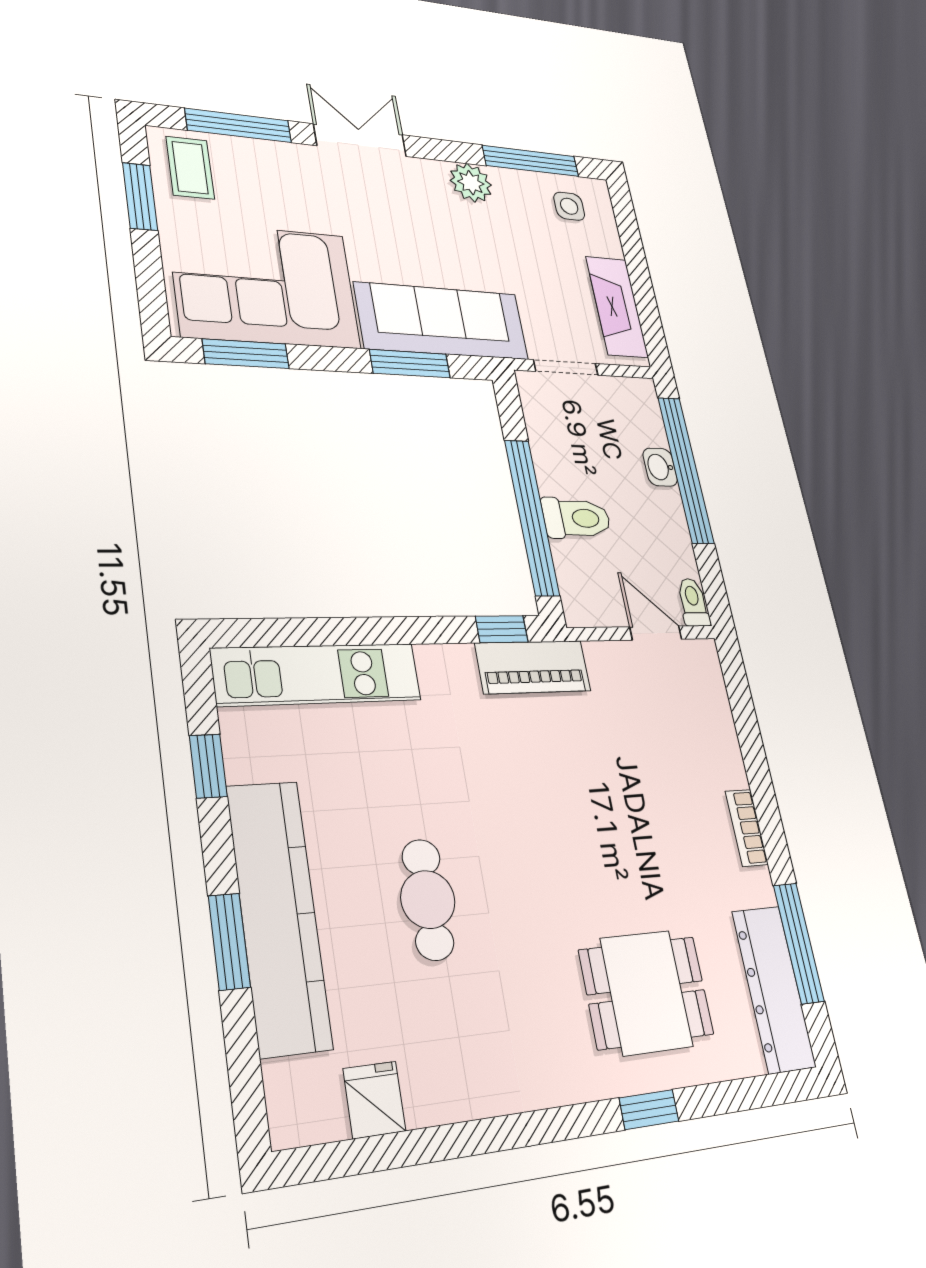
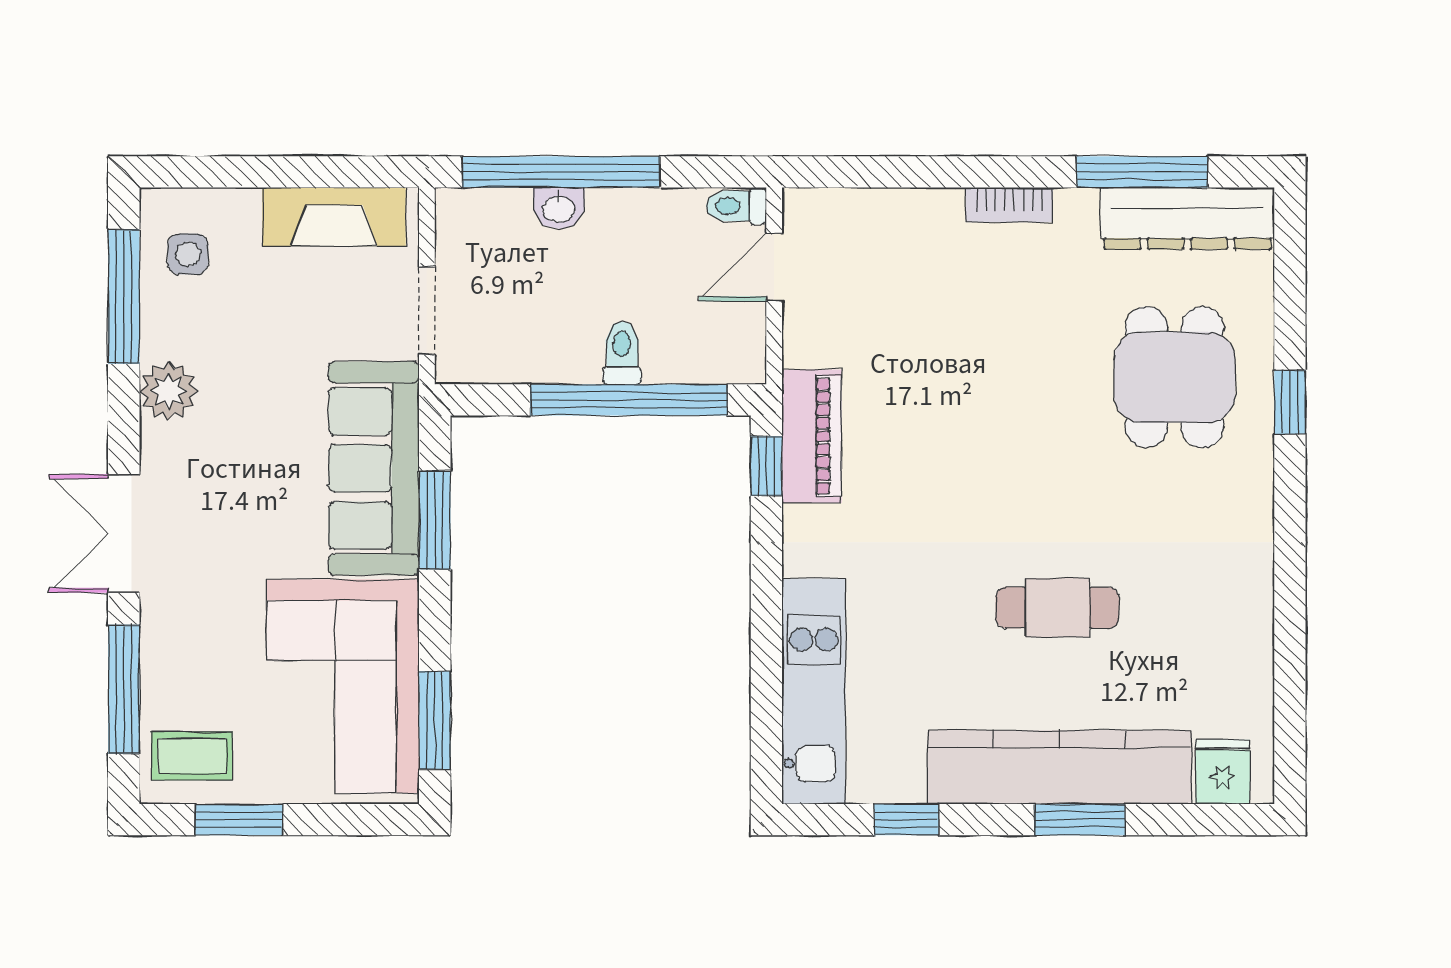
toilet: (577, 518) -> (622, 353), width x0.73, depth x0.72
fridge: (374, 1100) -> (1223, 772), moved, turned 90

